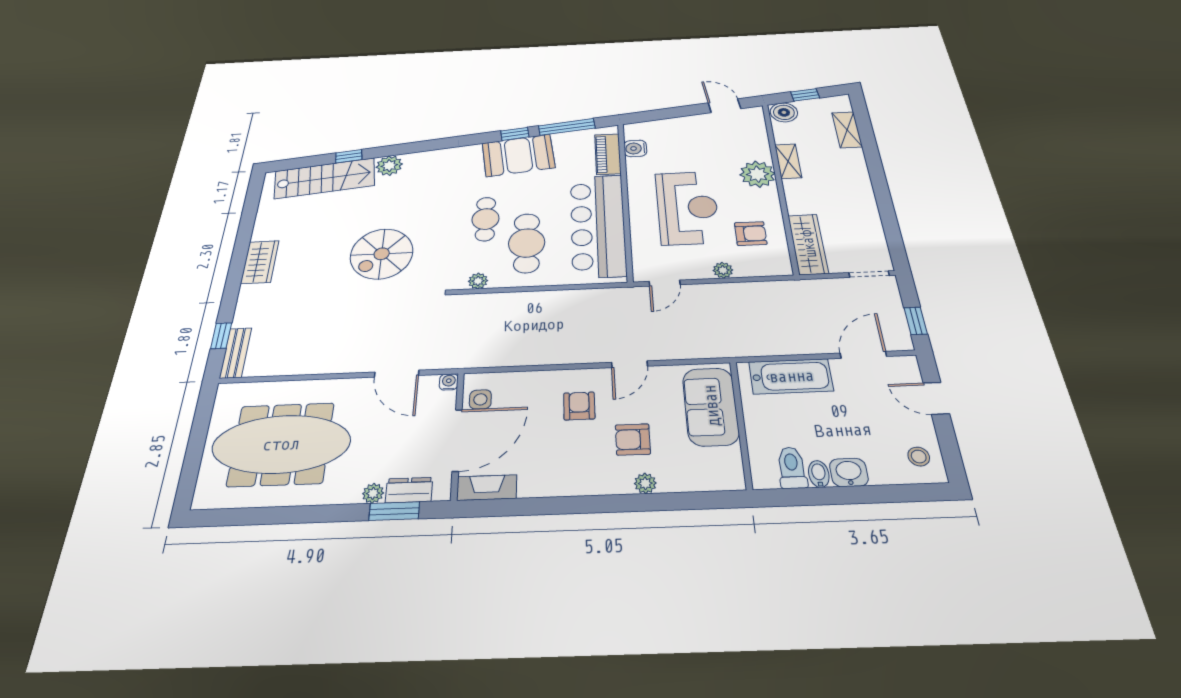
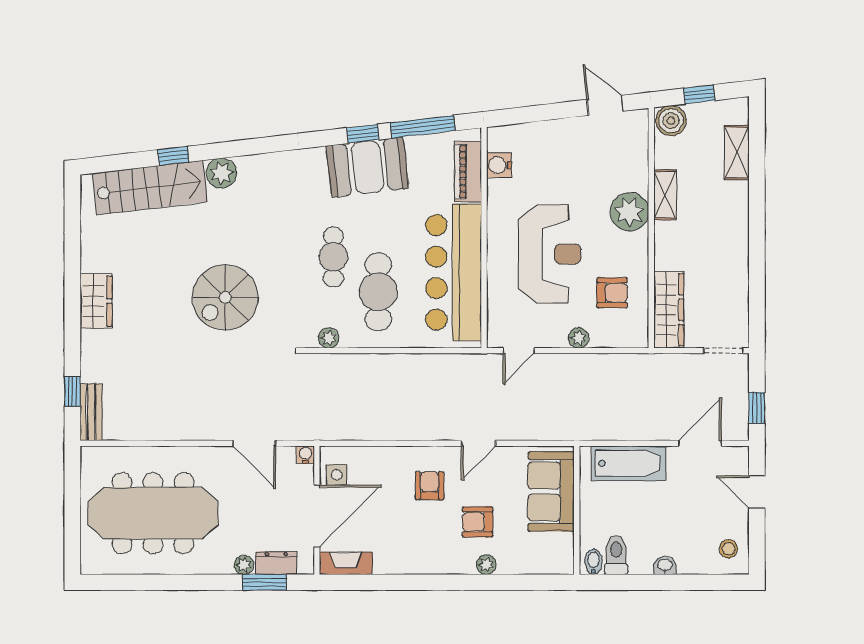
washbasin: (849, 472) -> (665, 565), width x0.72, depth x0.69
bidet: (819, 474) -> (594, 562), moved

